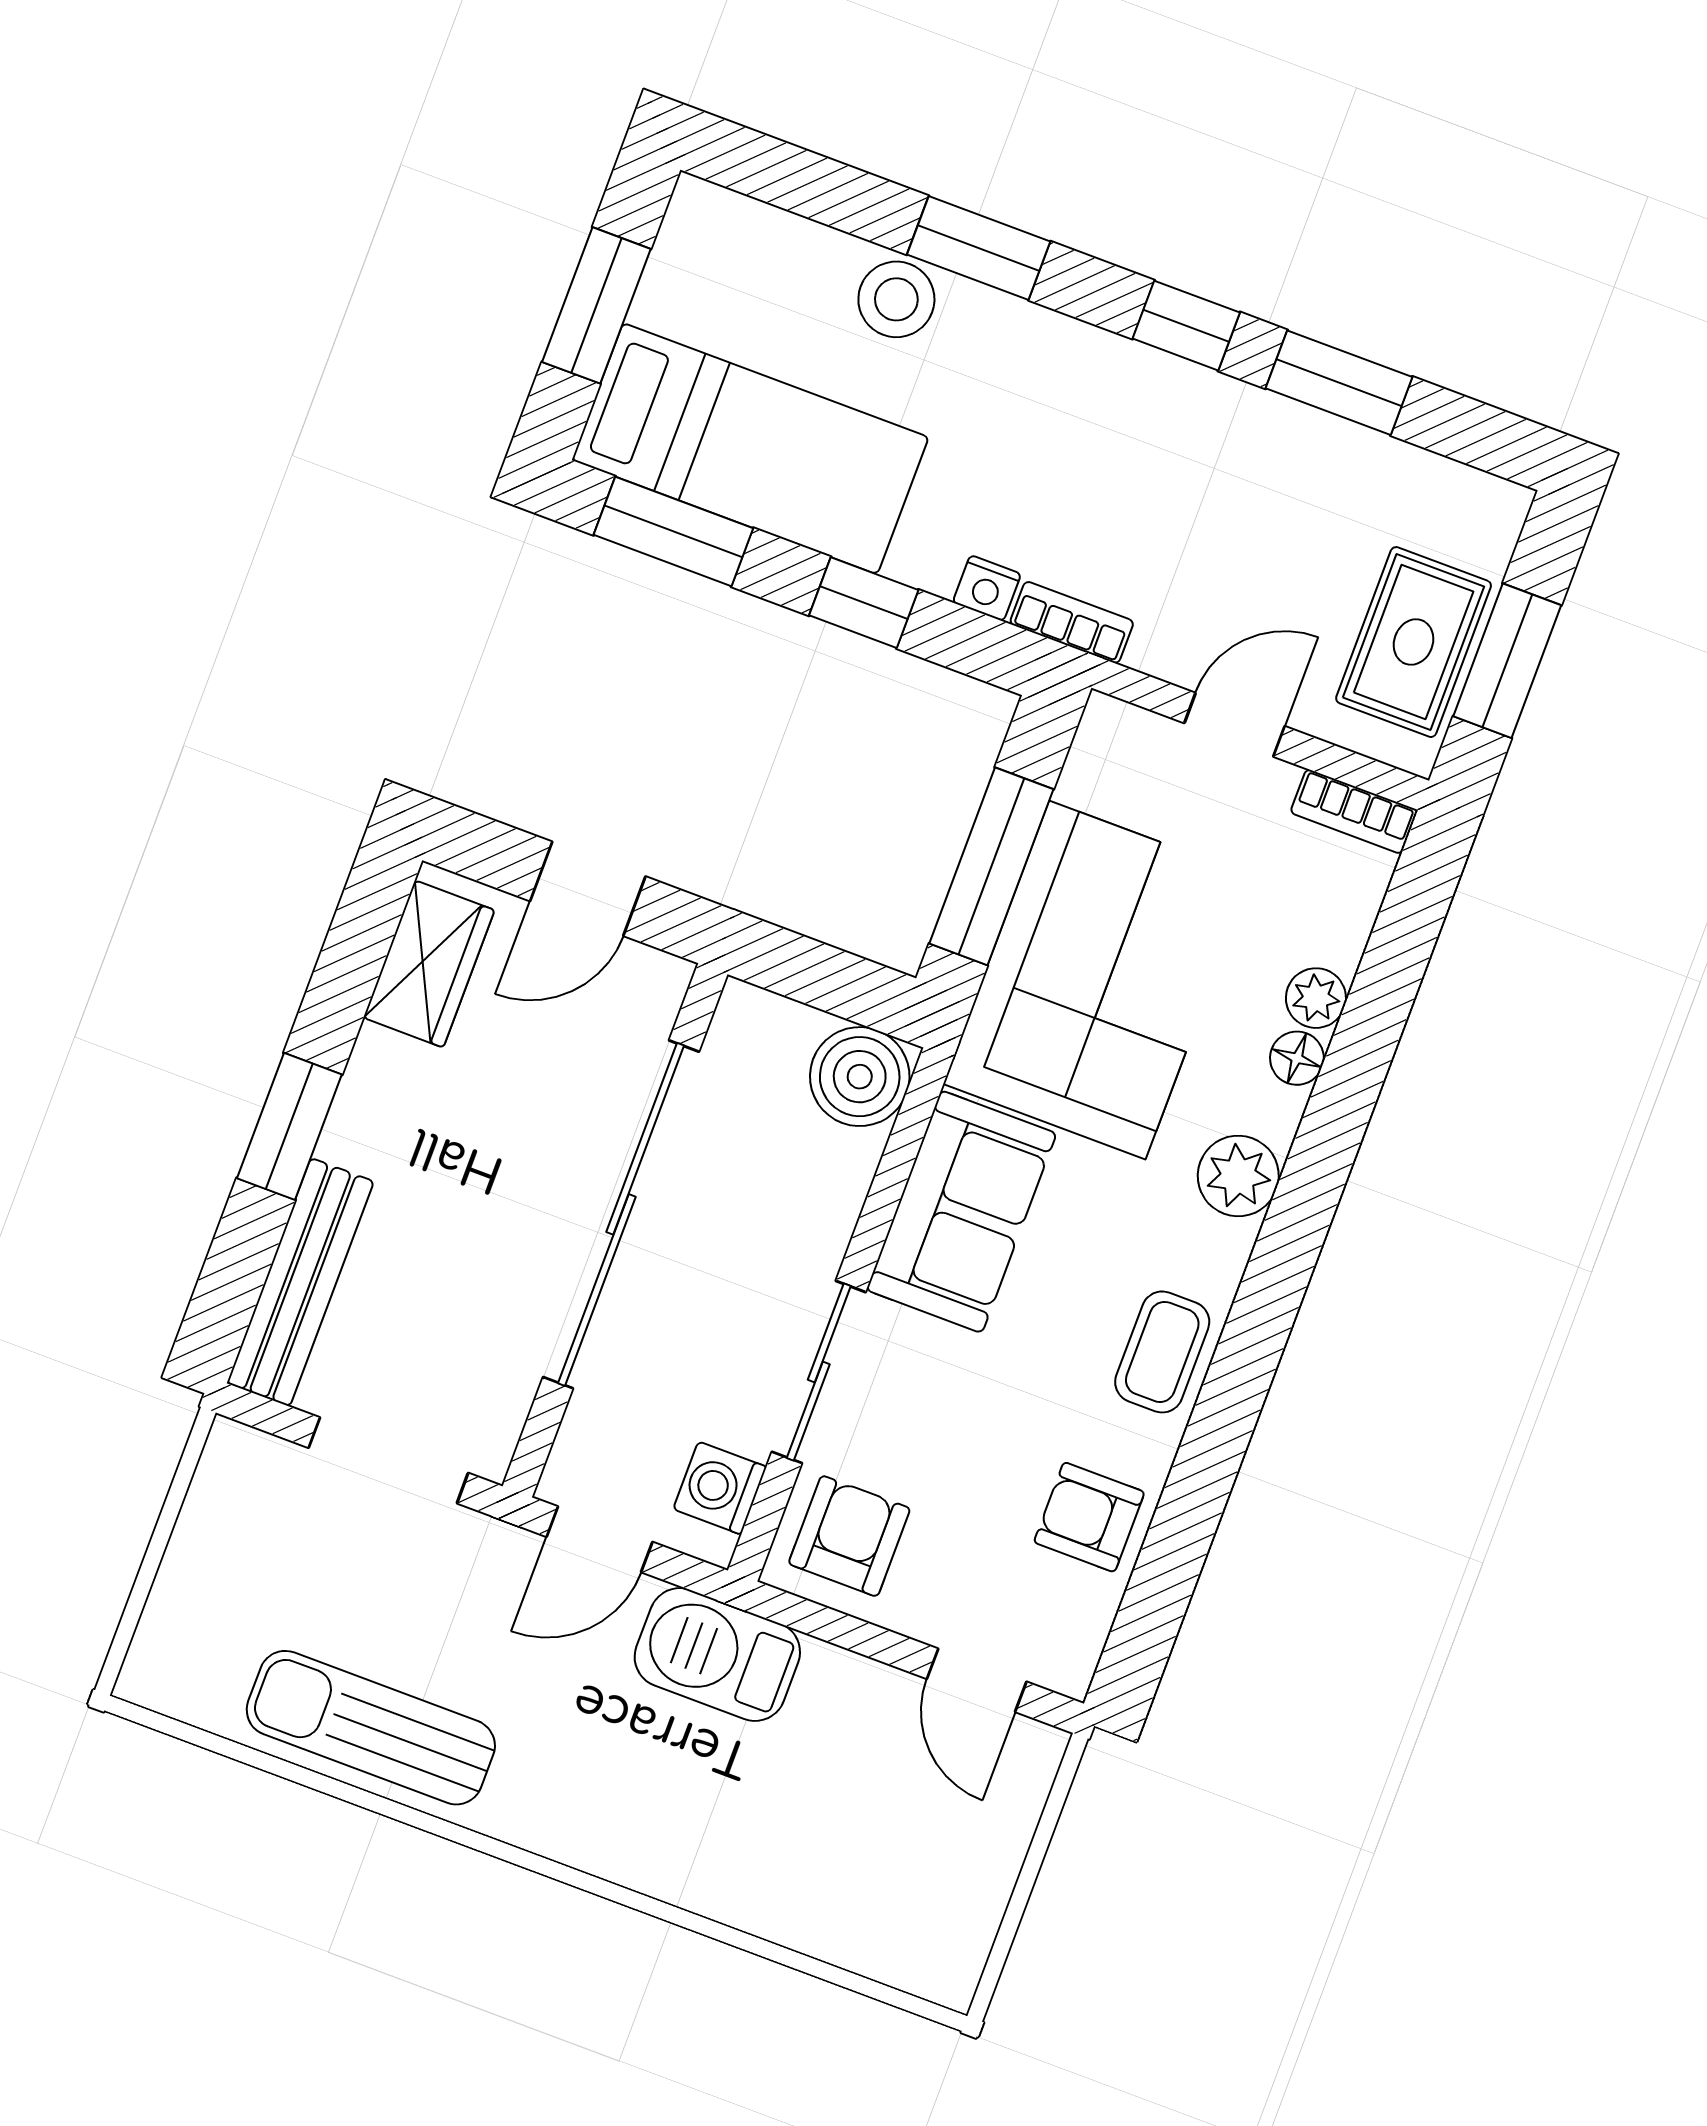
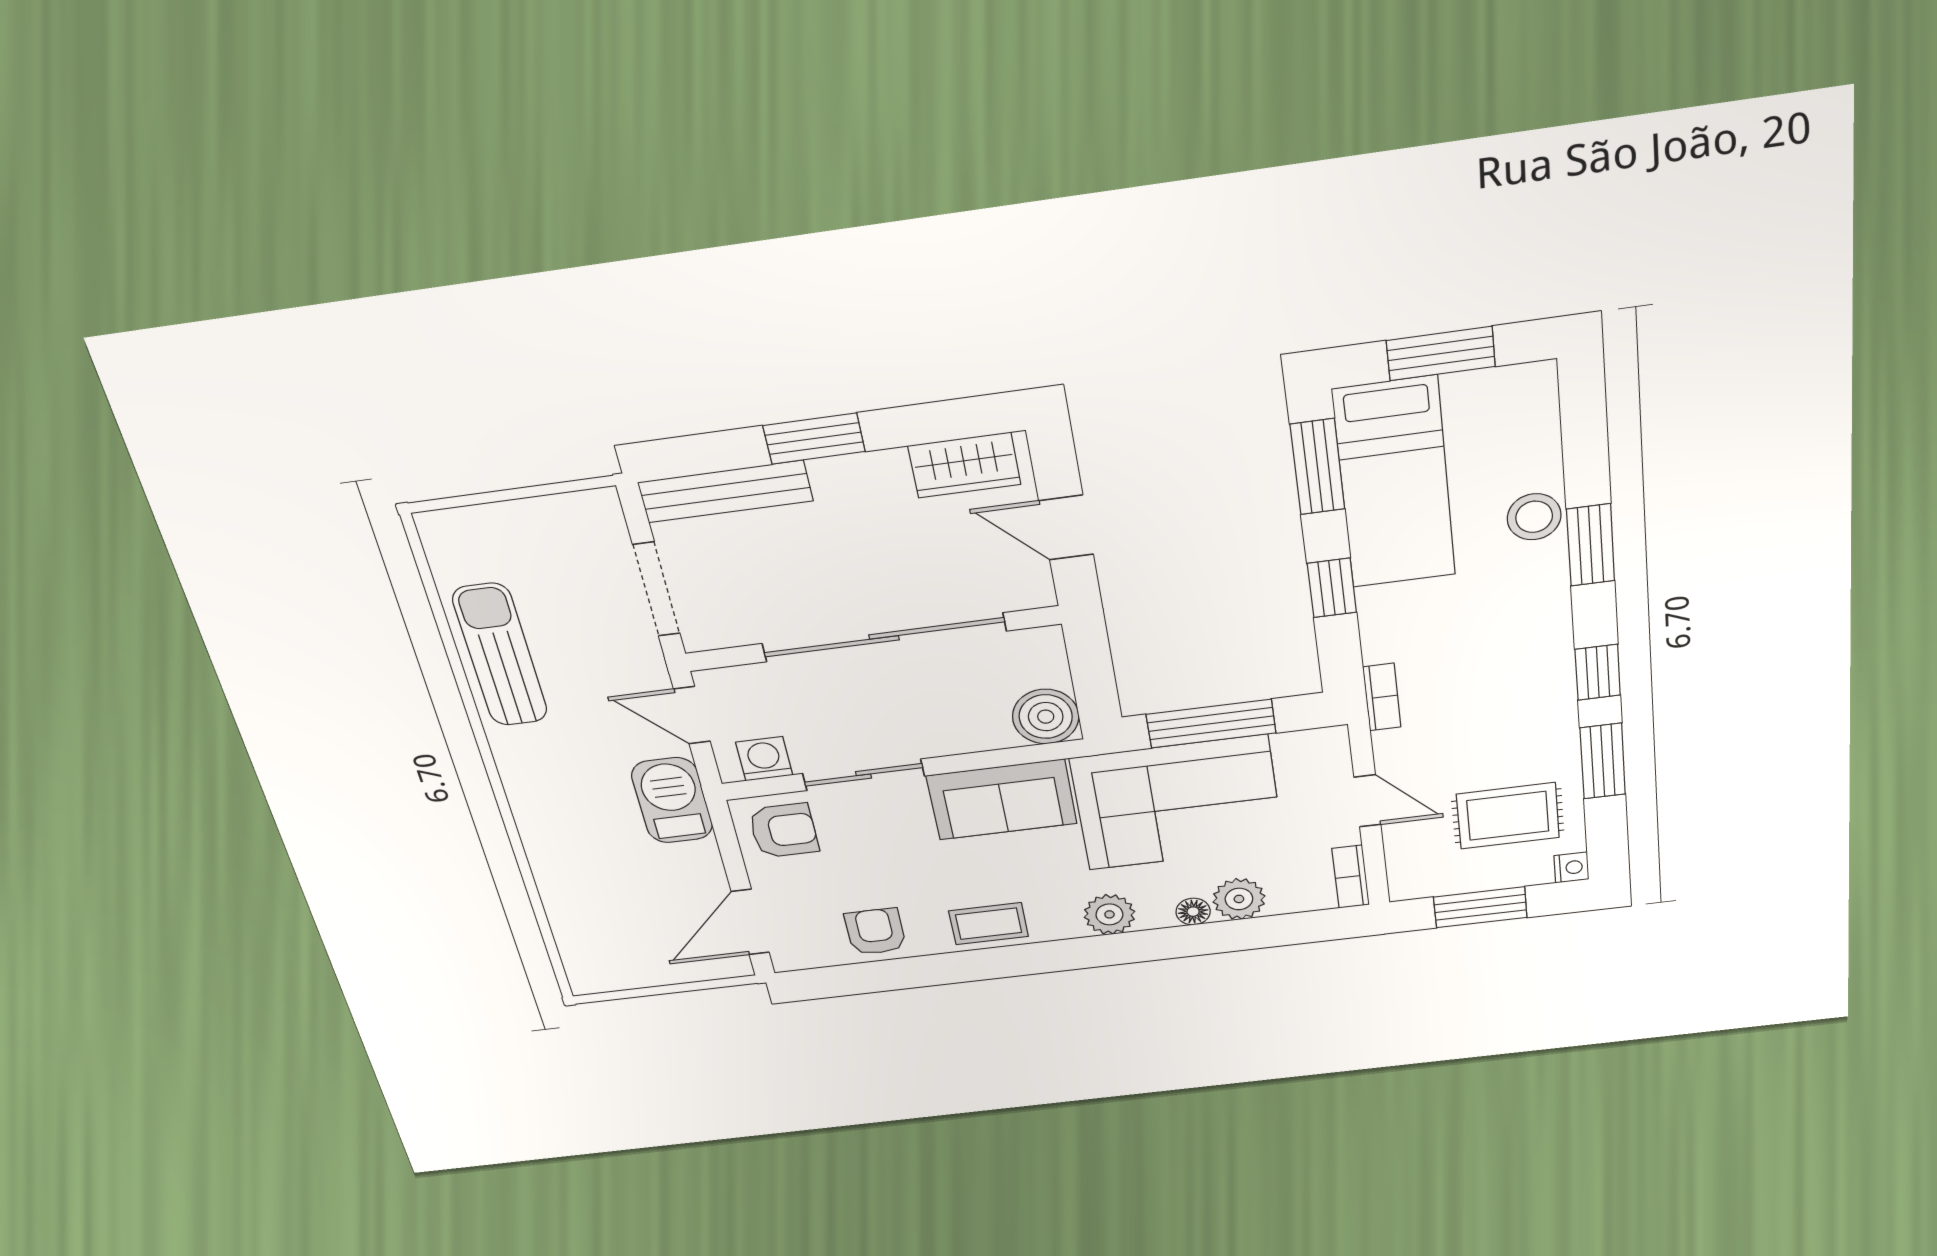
nightstand: (987, 588) -> (1571, 867), moved, turned 180
rug: (1414, 642) -> (1508, 816), moved
plant: (1316, 998) -> (1239, 899), width x1.38, depth x1.38
door: (977, 1680) -> (750, 922), width x1.38

